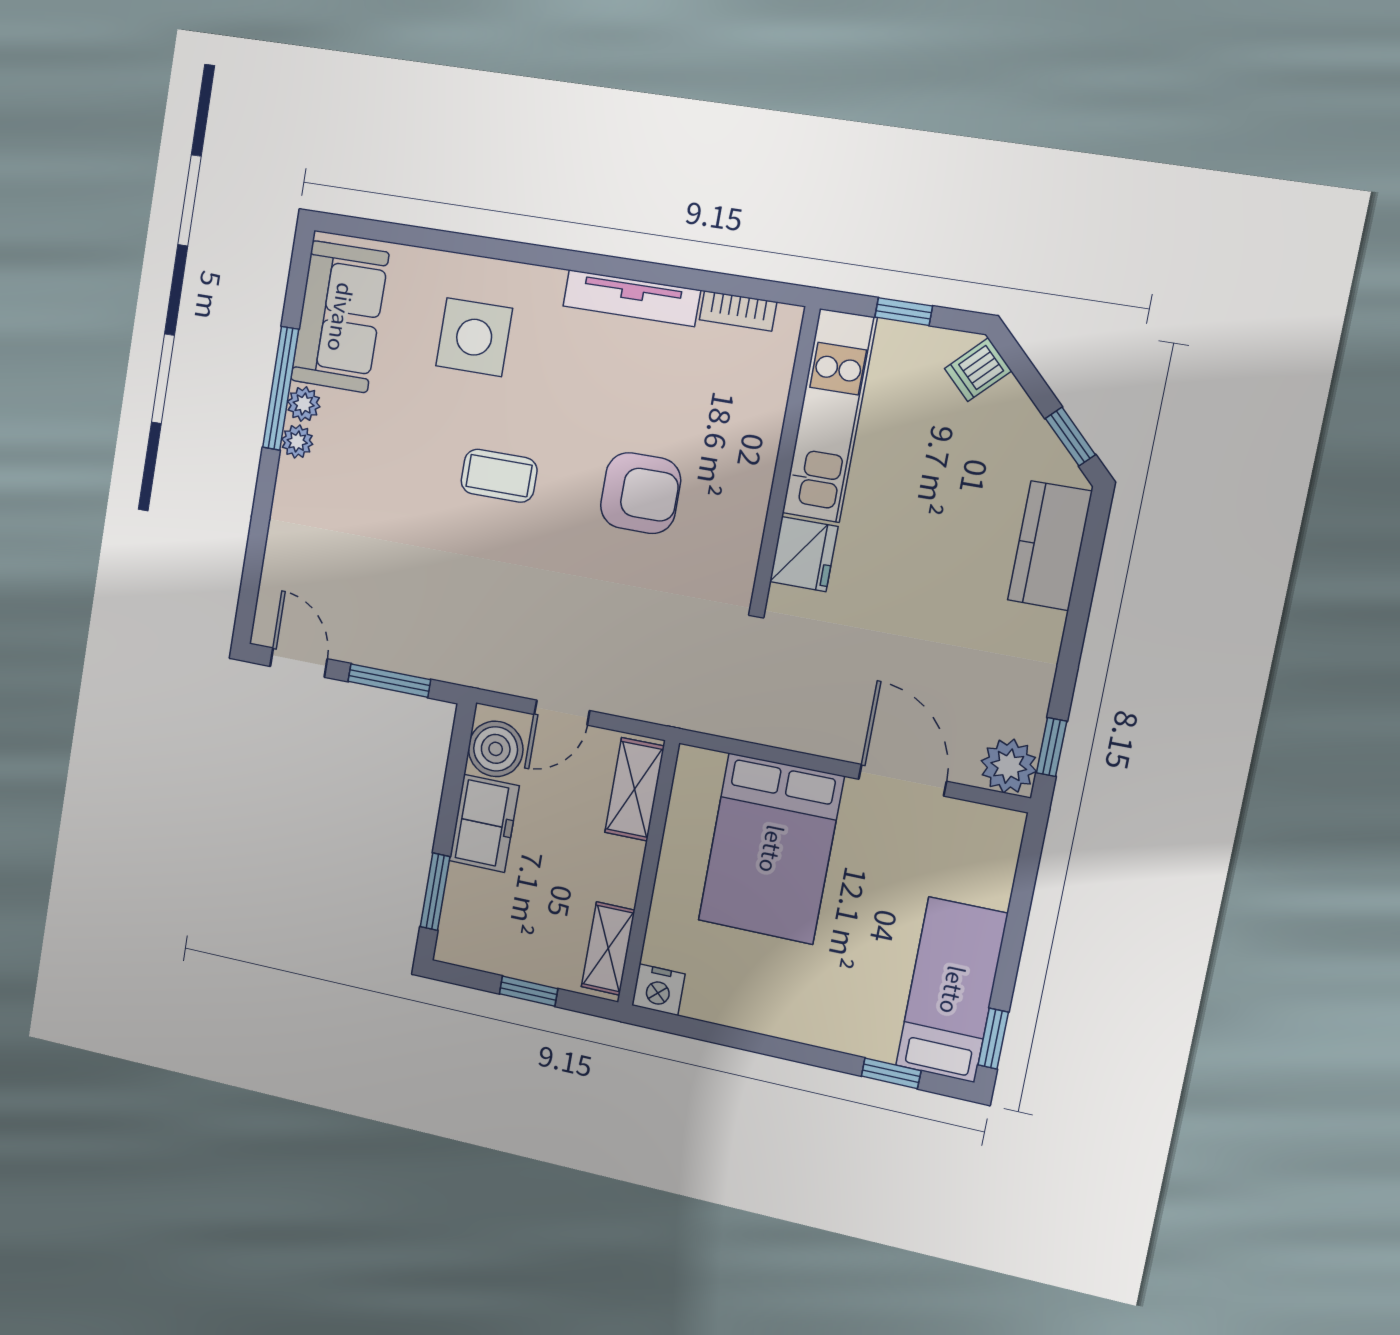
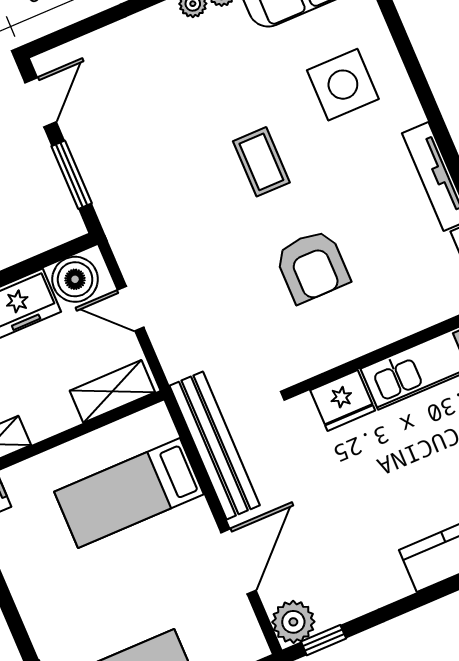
bench: (761, 722) -> (215, 445), added
bed: (771, 849) -> (129, 493), width x0.67

